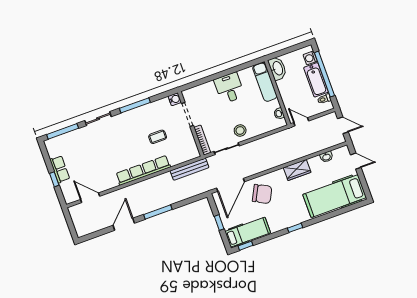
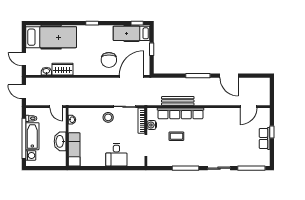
washbasin: (277, 68) -> (60, 141), moved
desk: (229, 88) -> (116, 155), moved
water cooler: (175, 99) -> (152, 125), moved
bench: (189, 169) -> (178, 101), moved
row of seats: (143, 170) -> (181, 113), moved
wardrobe: (297, 170) -> (63, 69), moved
chair: (262, 194) -> (109, 60), turned -117
door: (90, 198) -> (248, 107), hinge flipped
door: (124, 224) -> (229, 76), hinge flipped

